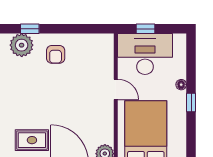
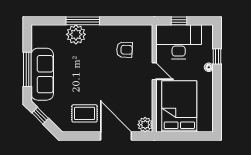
window: (30, 29) -> (83, 21), width x2.17
armchair: (56, 54) -> (124, 50), moved, turned -88
window: (191, 102) -> (217, 56), moved

